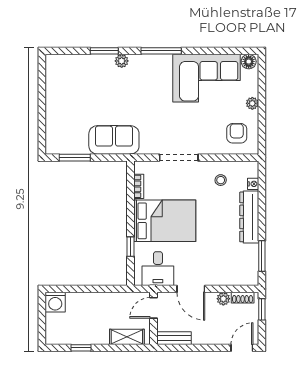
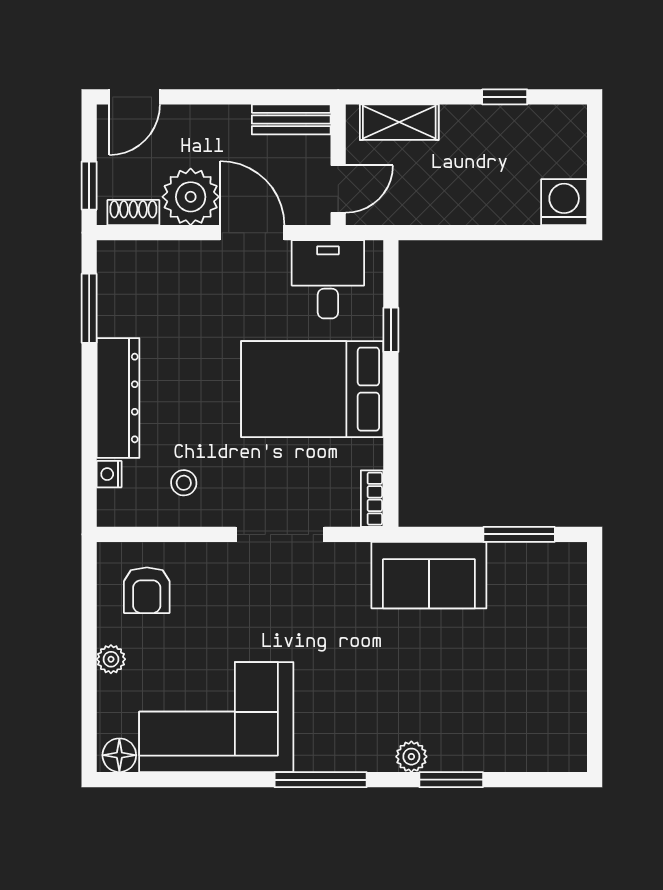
bookcase: (139, 186) -> (372, 499), moved
plant: (223, 299) -> (191, 197), width x1.87, depth x1.87

